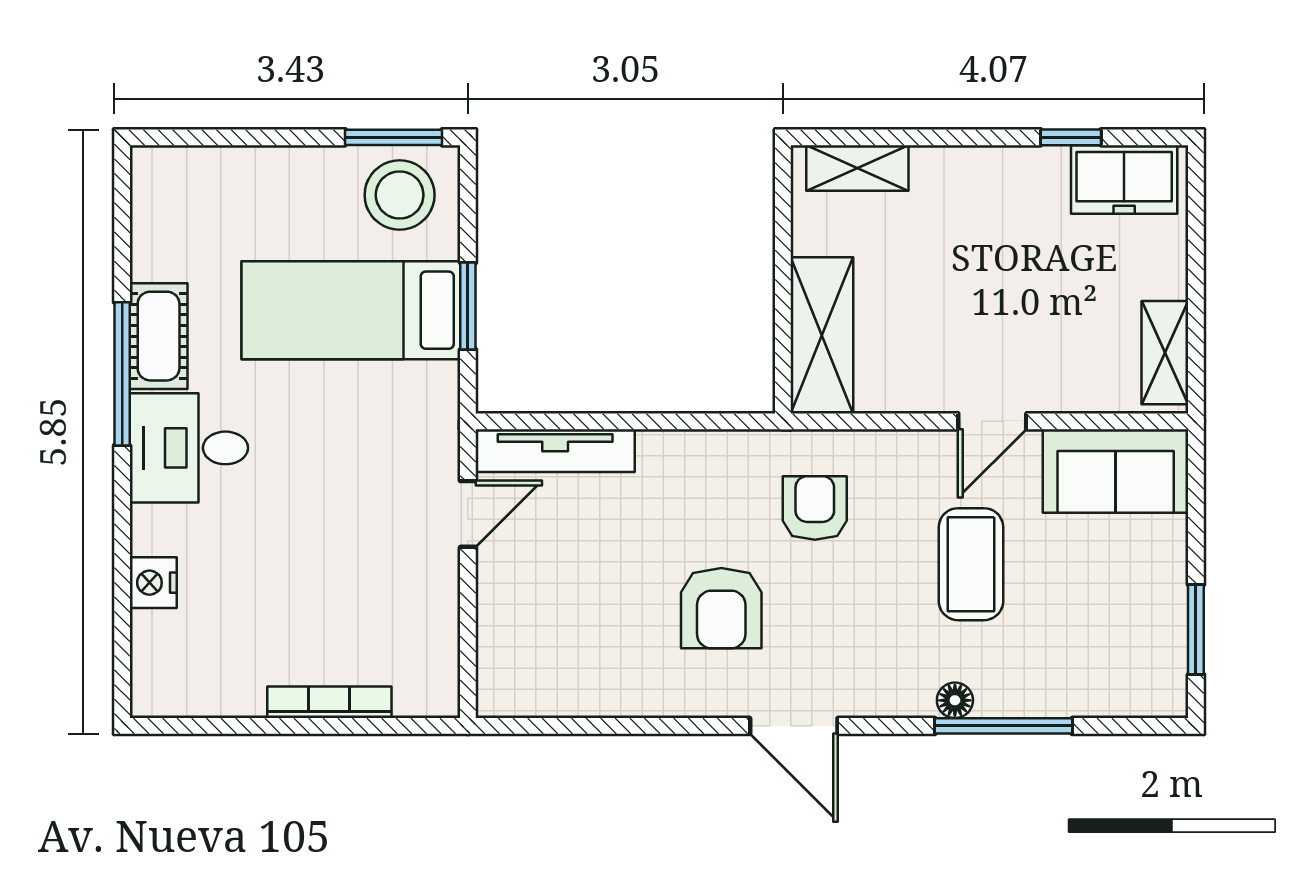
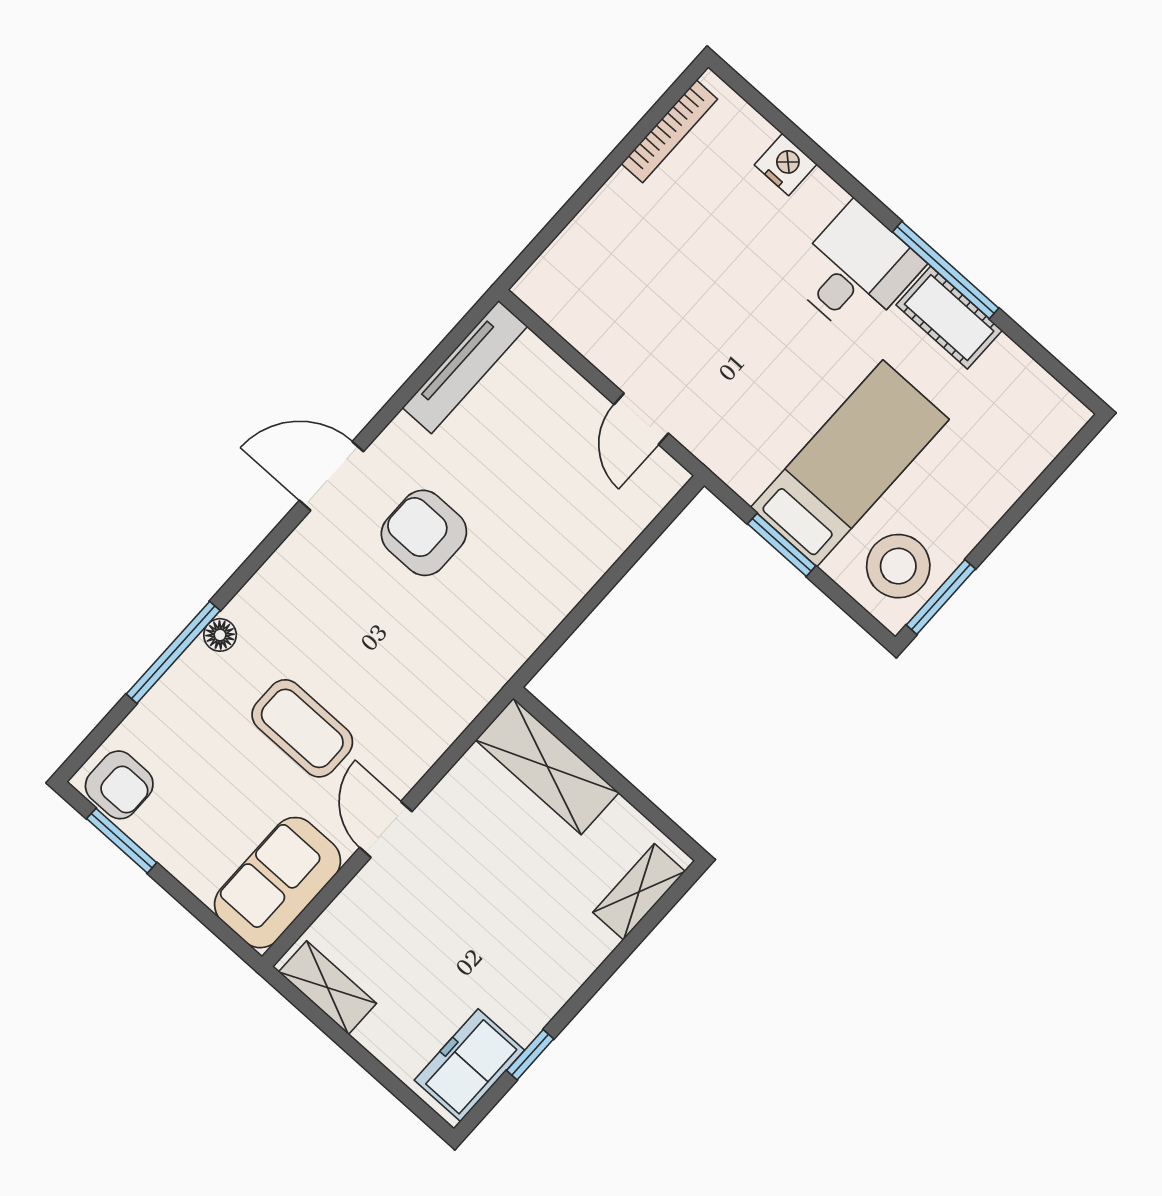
tv unit: (555, 451) -> (465, 367), moved, turned 180
armchair: (815, 508) -> (119, 785), moved
bookcase: (329, 702) -> (669, 131), moved
door: (794, 726) -> (331, 476), moved

